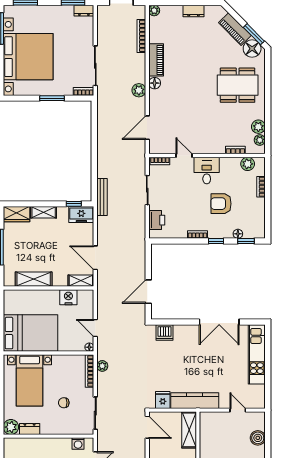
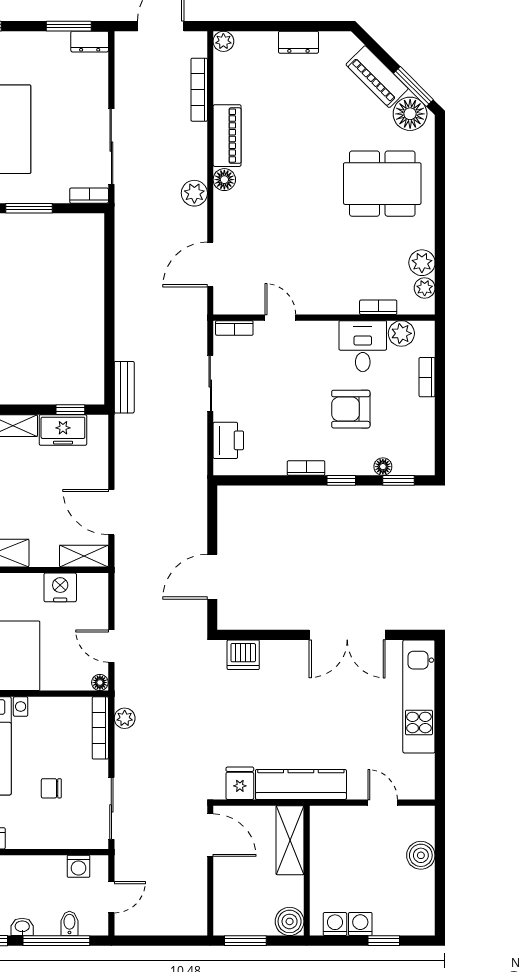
desk: (207, 171) -> (363, 346), moved
bench: (102, 197) -> (124, 387), width x0.73
freezer: (81, 215) -> (63, 430), moved

